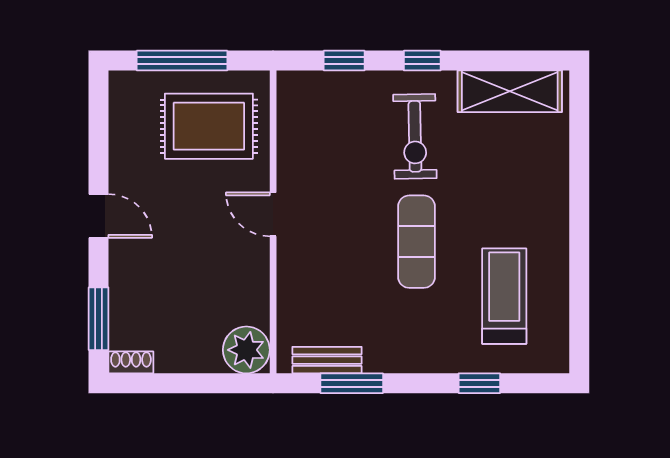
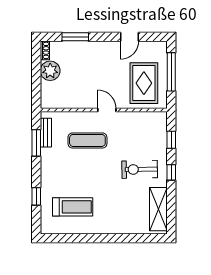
door: (273, 214) -> (107, 110), hinge flipped
door: (99, 216) -> (130, 37), moved
exercise mat: (416, 242) -> (87, 140), moved
window: (99, 319) -> (75, 37), moved
plant: (246, 350) -> (50, 71), moved

